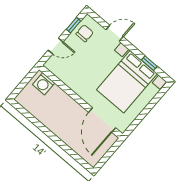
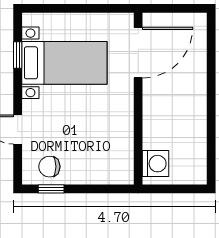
door: (56, 46) -> (96, 189), removed
bed with nightstands: (127, 82) -> (64, 63), width x0.73

